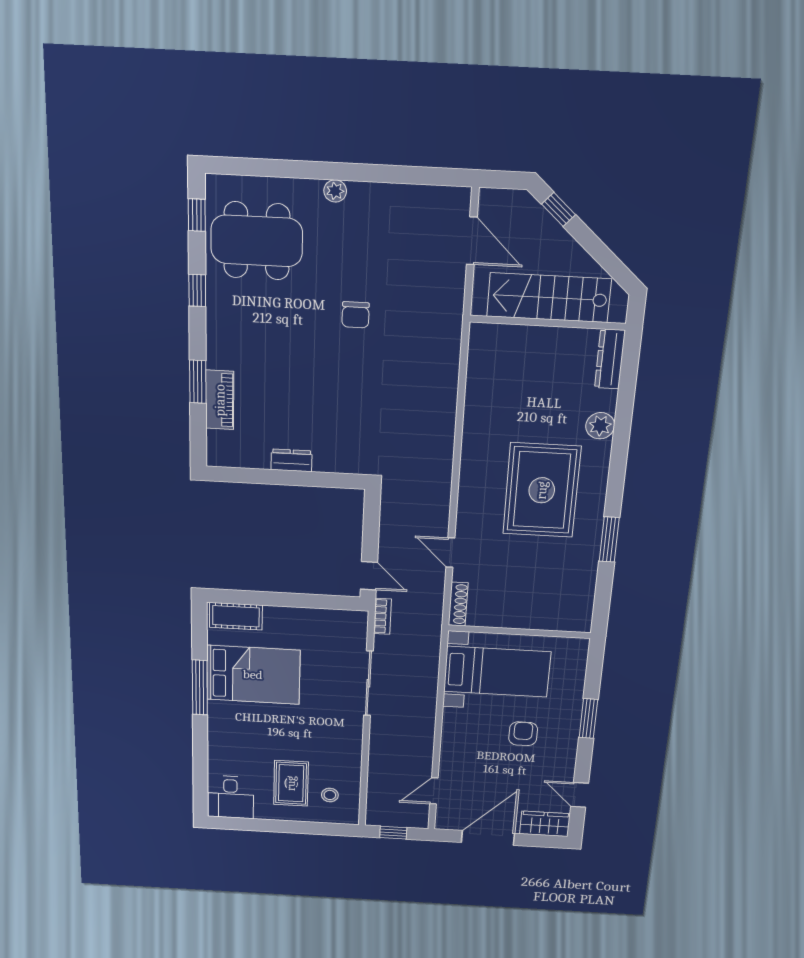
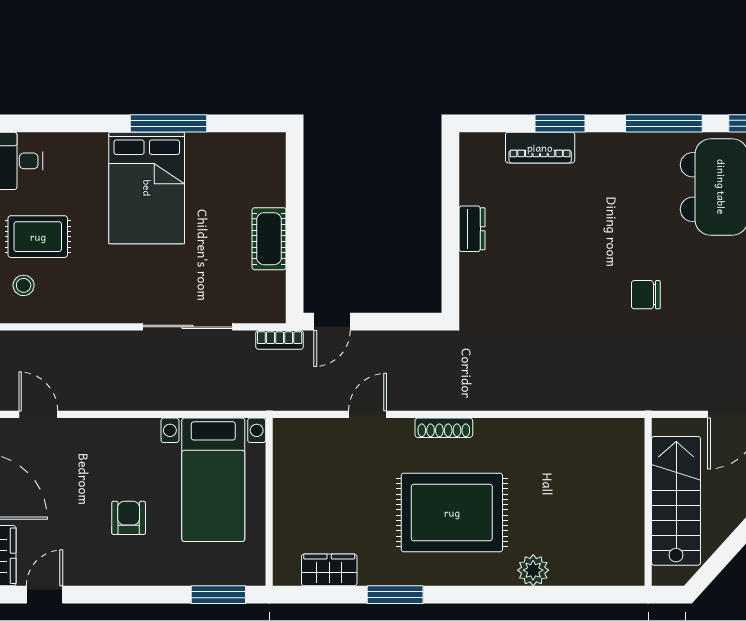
window: (197, 290) -> (664, 123), width x2.17
dresser: (610, 359) -> (611, 573), removed
wardrobe: (582, 590) -> (329, 570), added
shoe rack: (458, 604) -> (444, 428), moved
cot: (236, 616) -> (269, 239), moved
bed: (253, 675) -> (147, 188), moved
window: (588, 718) -> (218, 595), moved
armchair: (523, 734) -> (129, 518), turned -90

